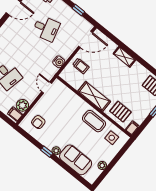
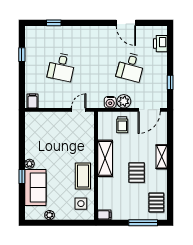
desk: (46, 28) -> (131, 67), turned 30
door: (86, 39) -> (149, 110), hinge flipped
plant: (22, 105) -> (124, 101), moved
pallet: (120, 112) -> (137, 173), moved
armchair: (38, 122) -> (42, 127), removed
window: (47, 152) -> (22, 176), moved

